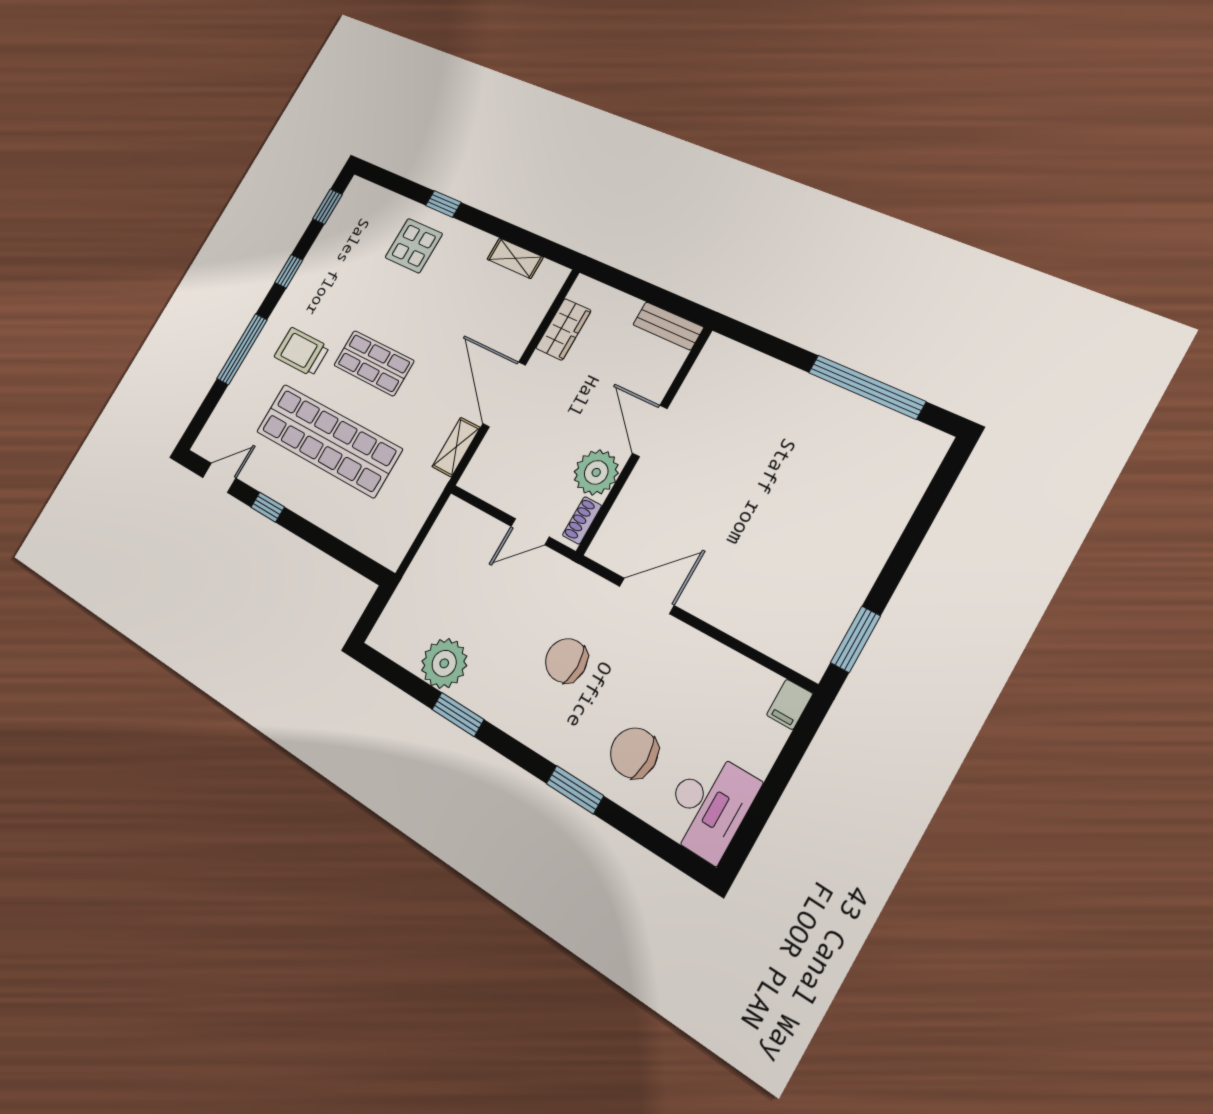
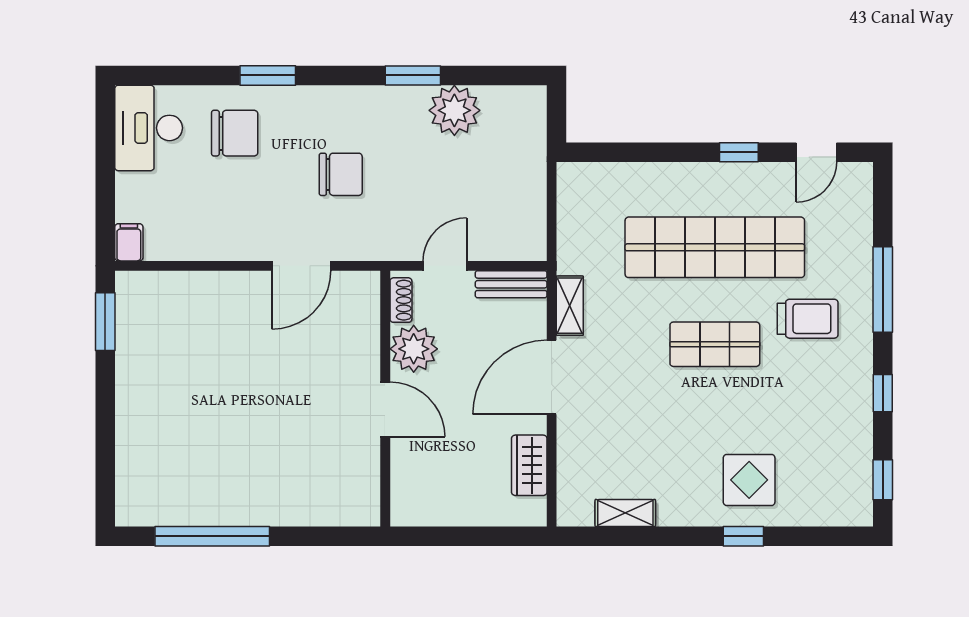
bench: (668, 326) -> (511, 284), moved
door: (504, 394) -> (552, 377), swing flipped

